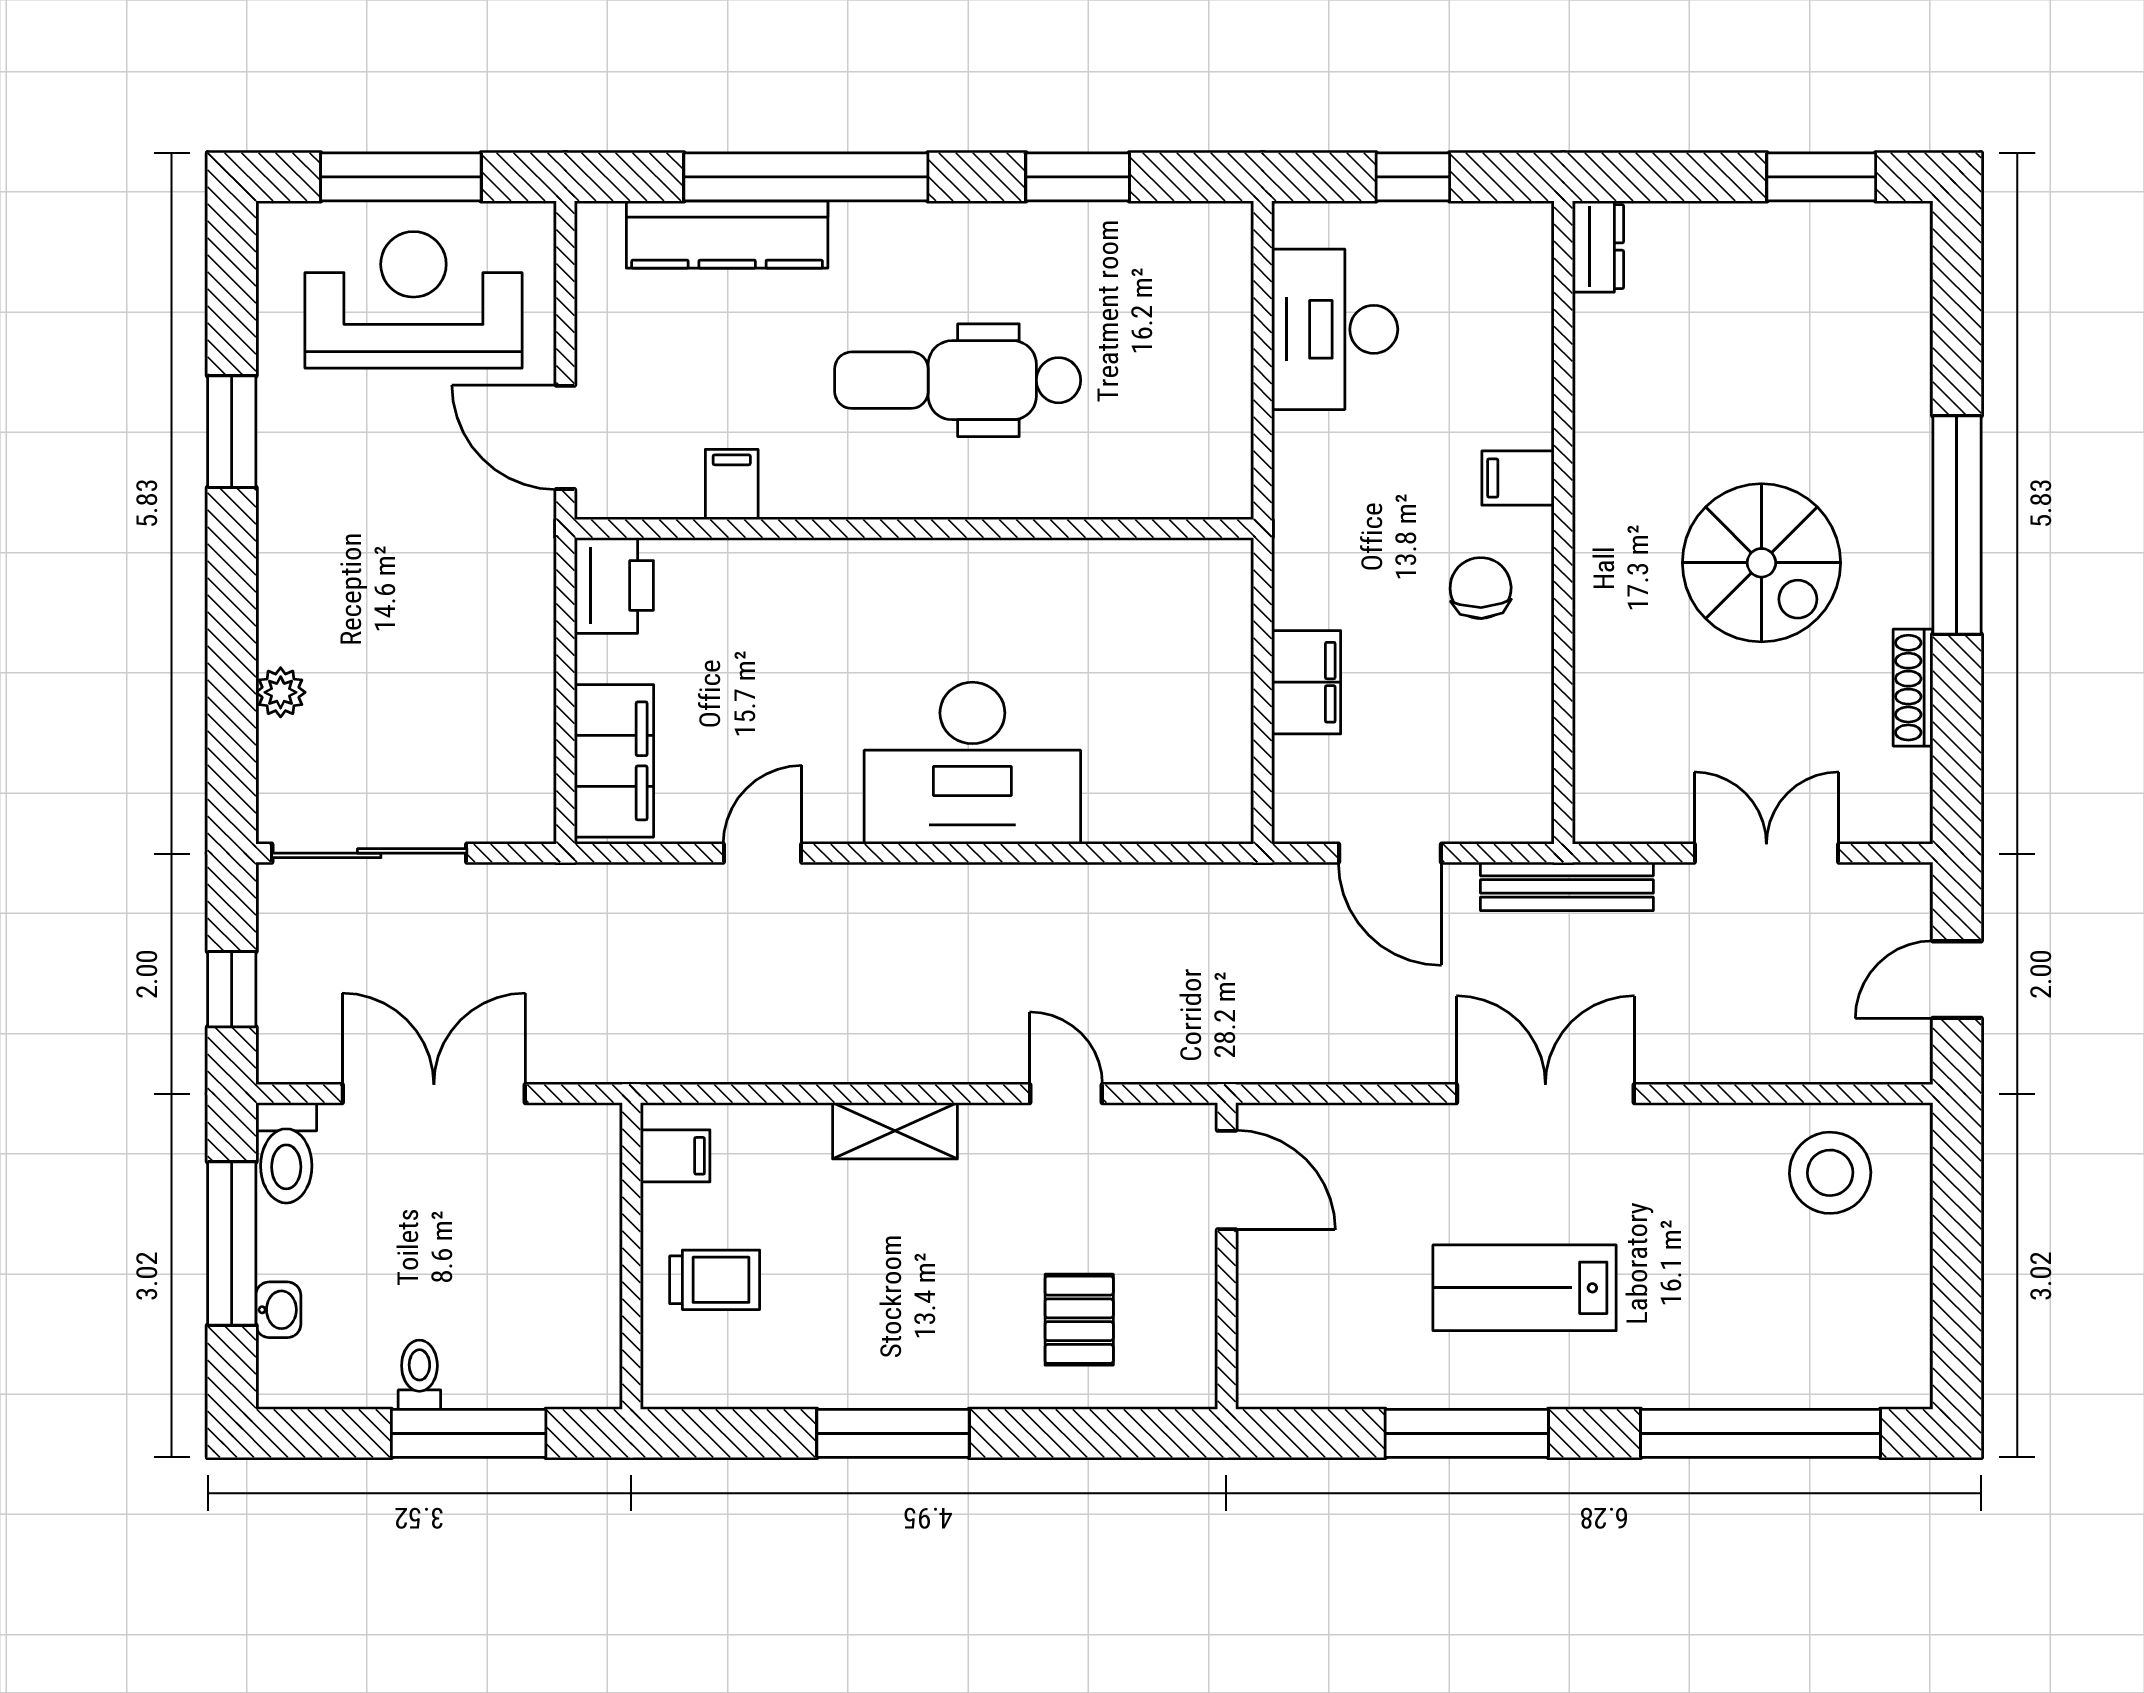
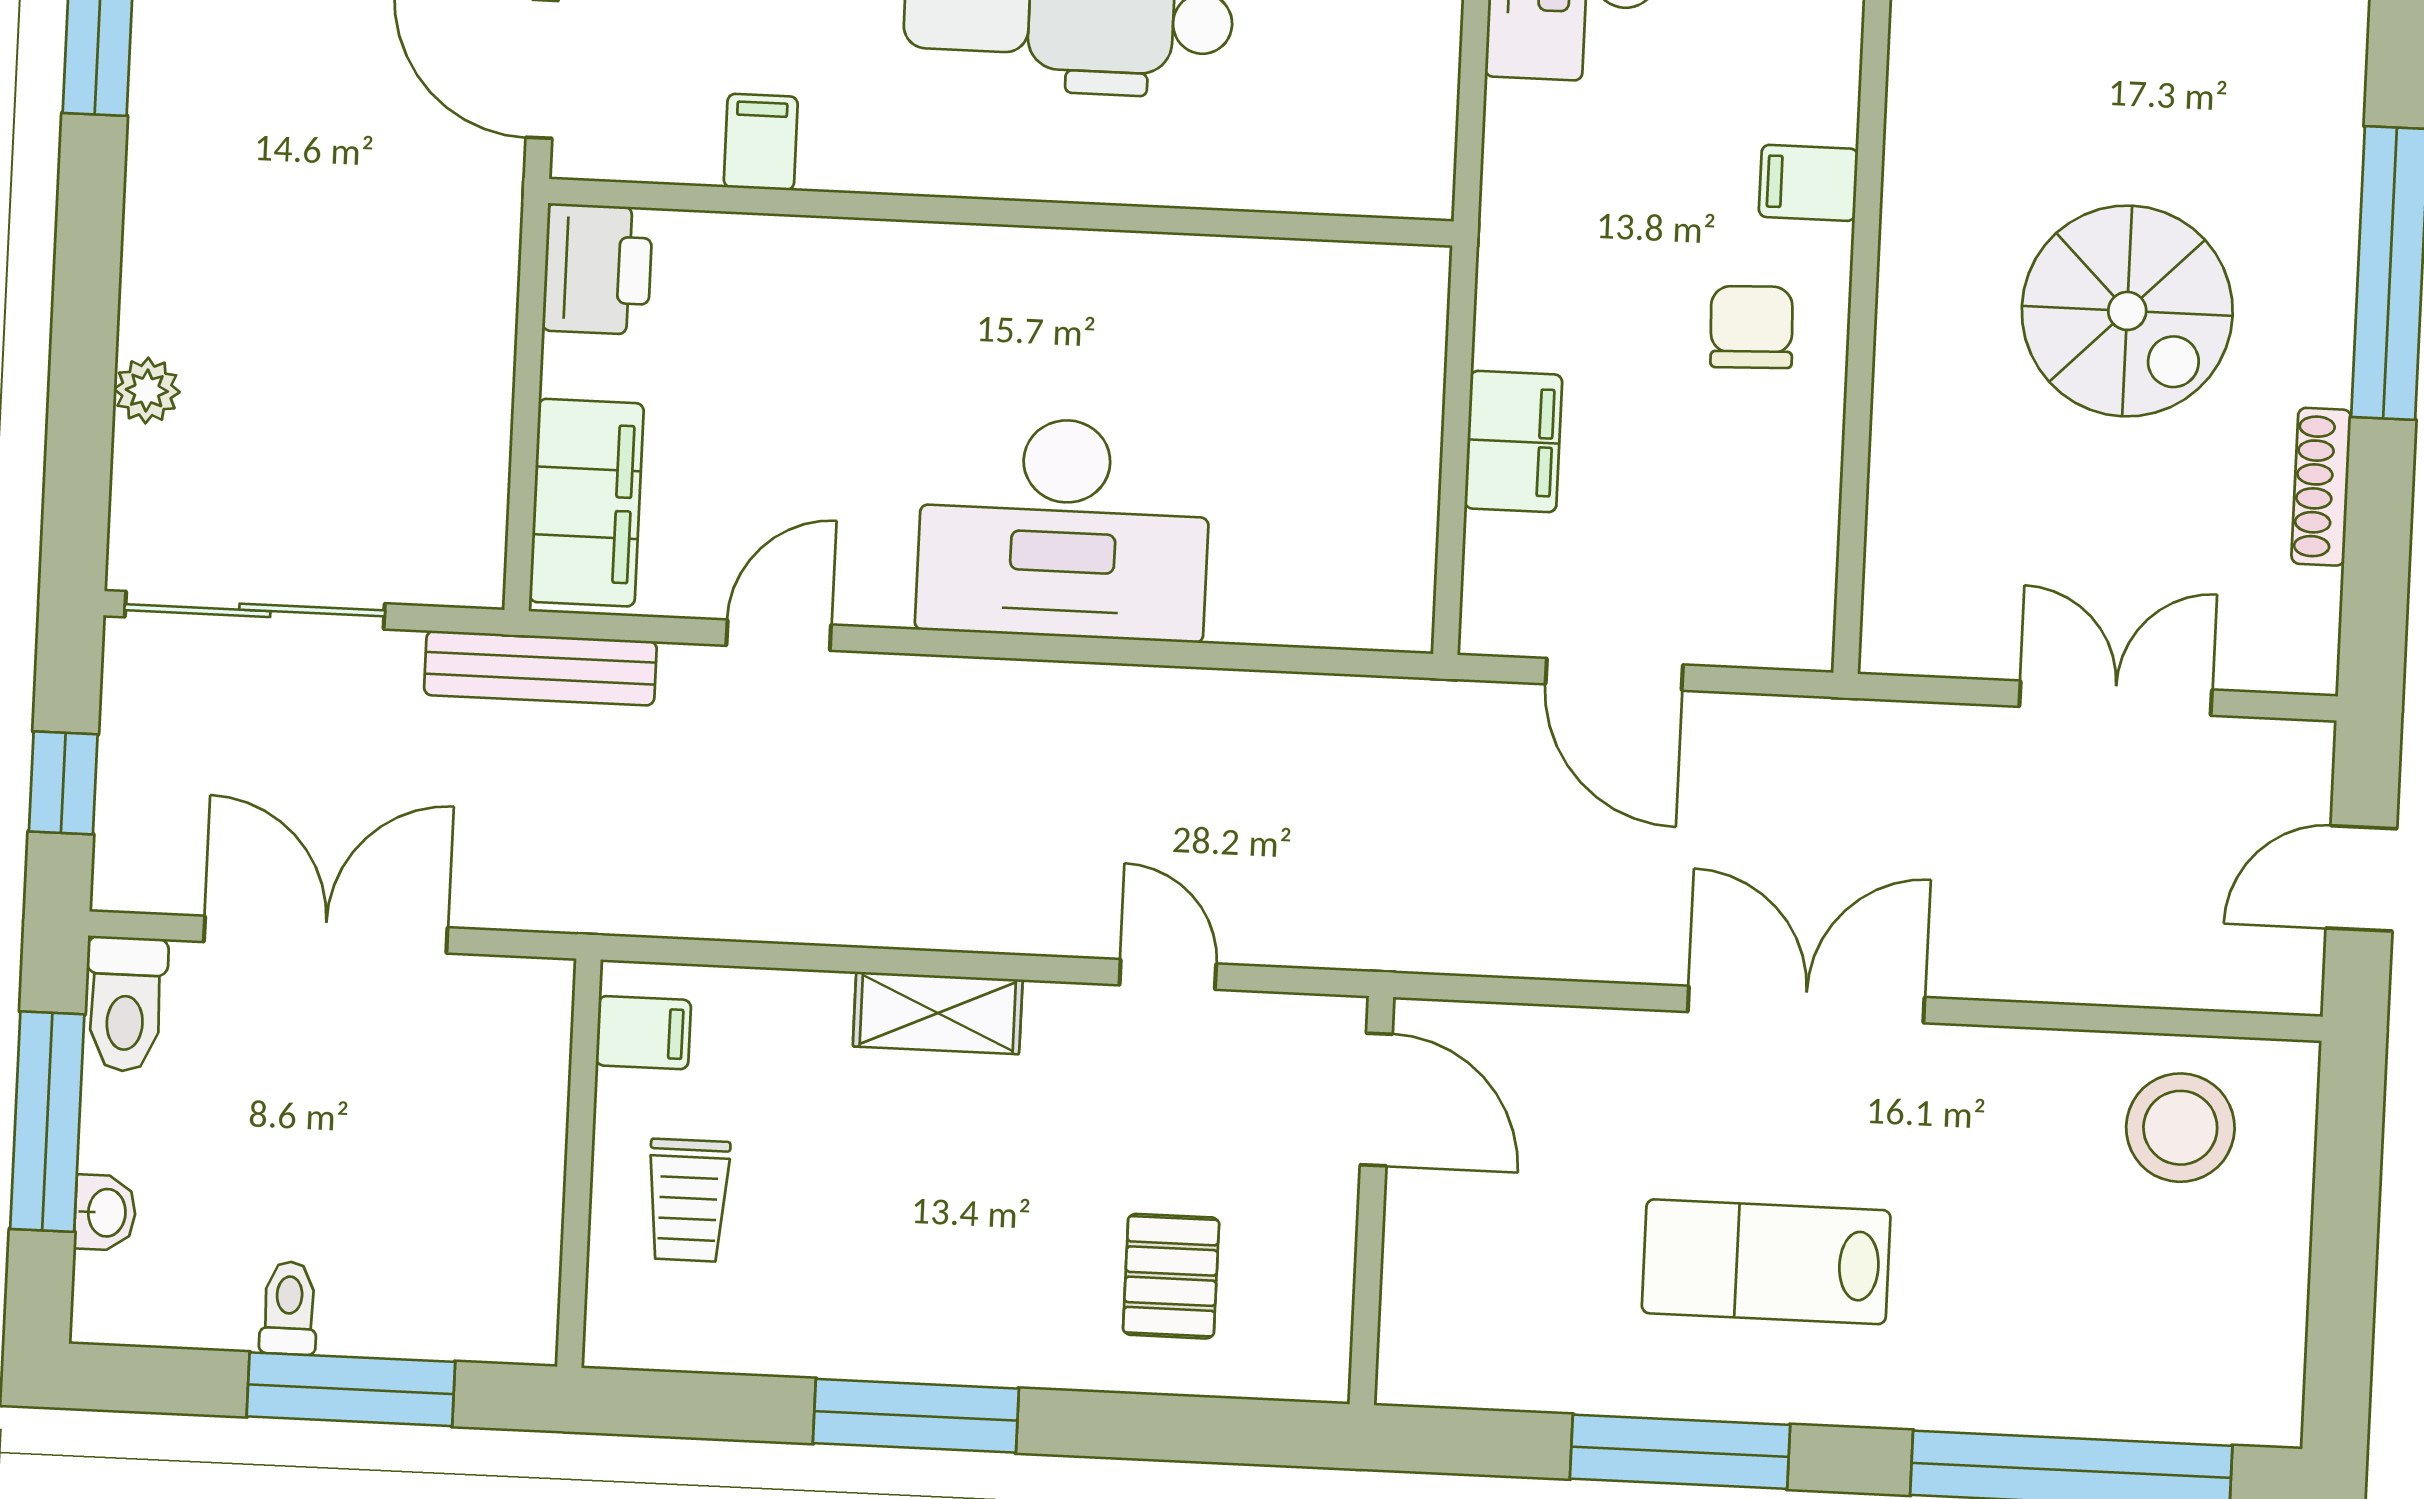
bench: (1567, 886) -> (540, 668), moved
trolley: (715, 1280) -> (688, 1200), turned 90

